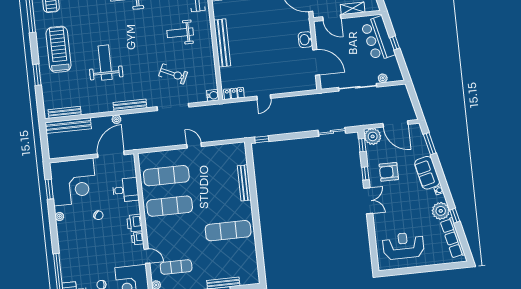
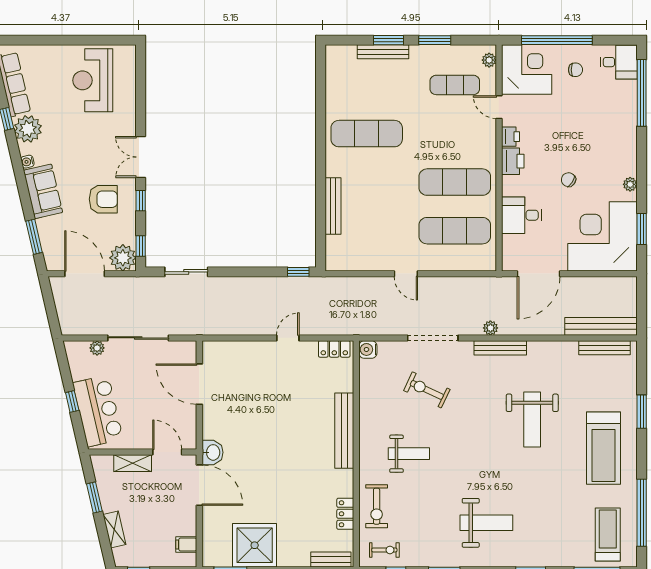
washbasin: (305, 40) -> (213, 452), moved
plant: (116, 119) -> (490, 328), moved
reception desk: (403, 246) -> (93, 80), turned 90

